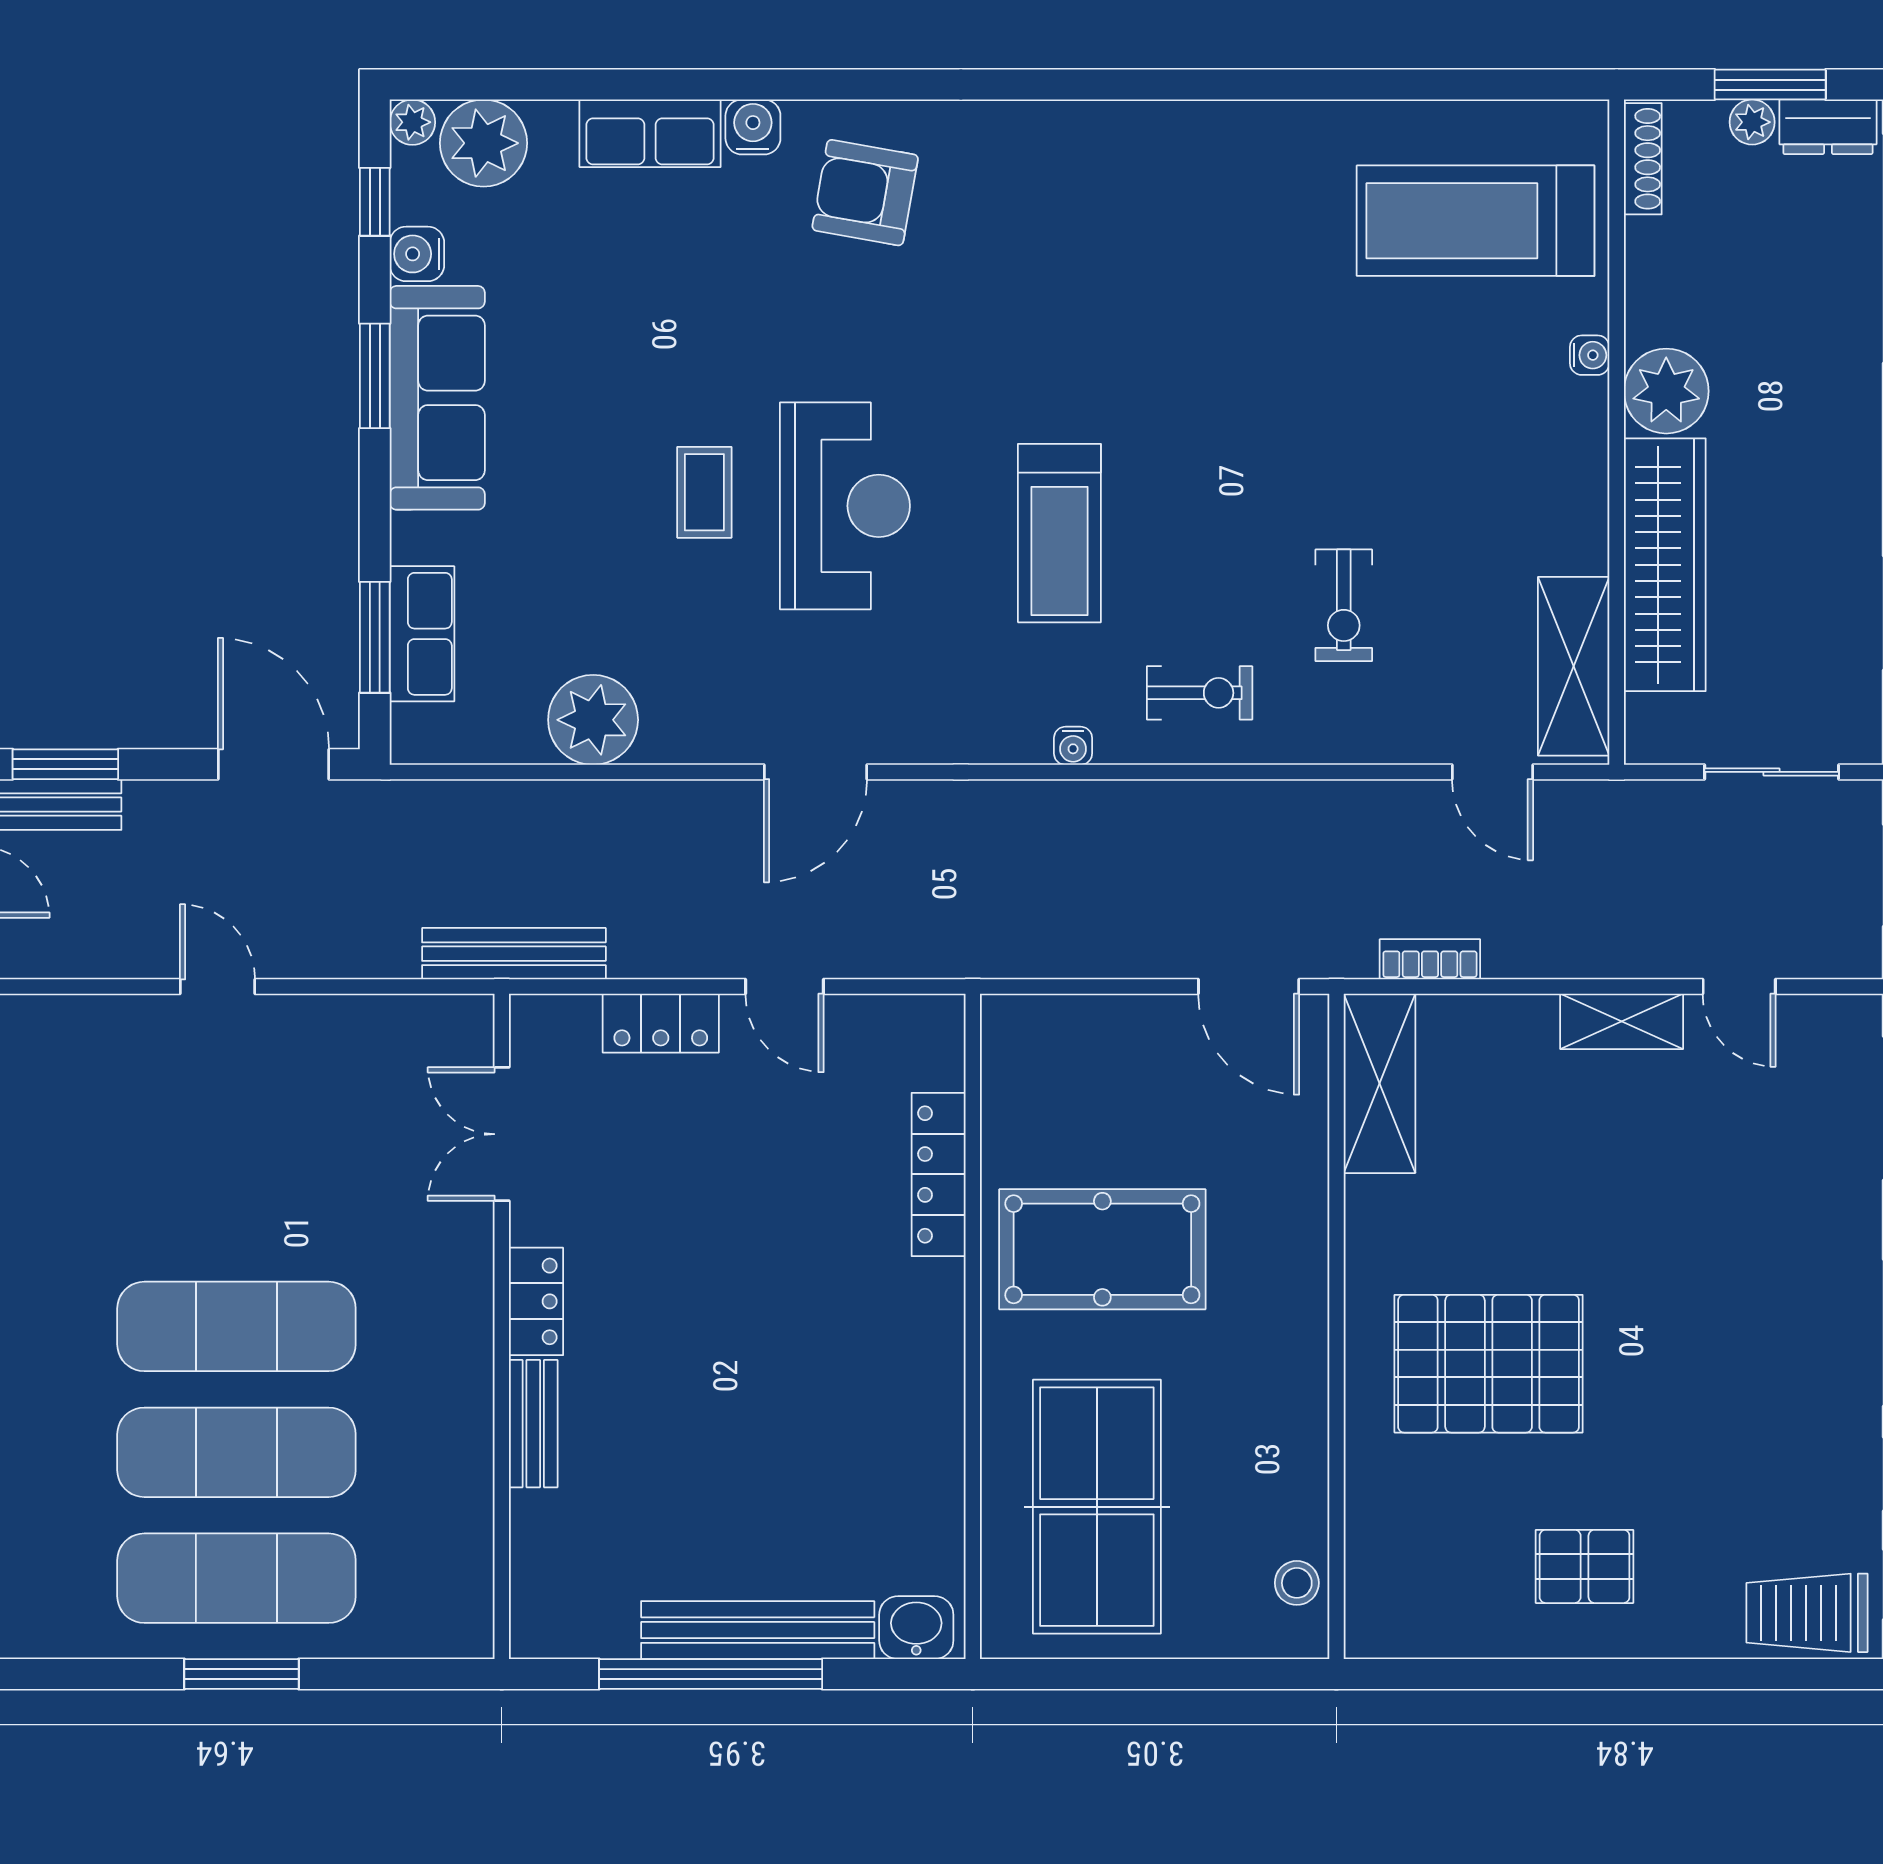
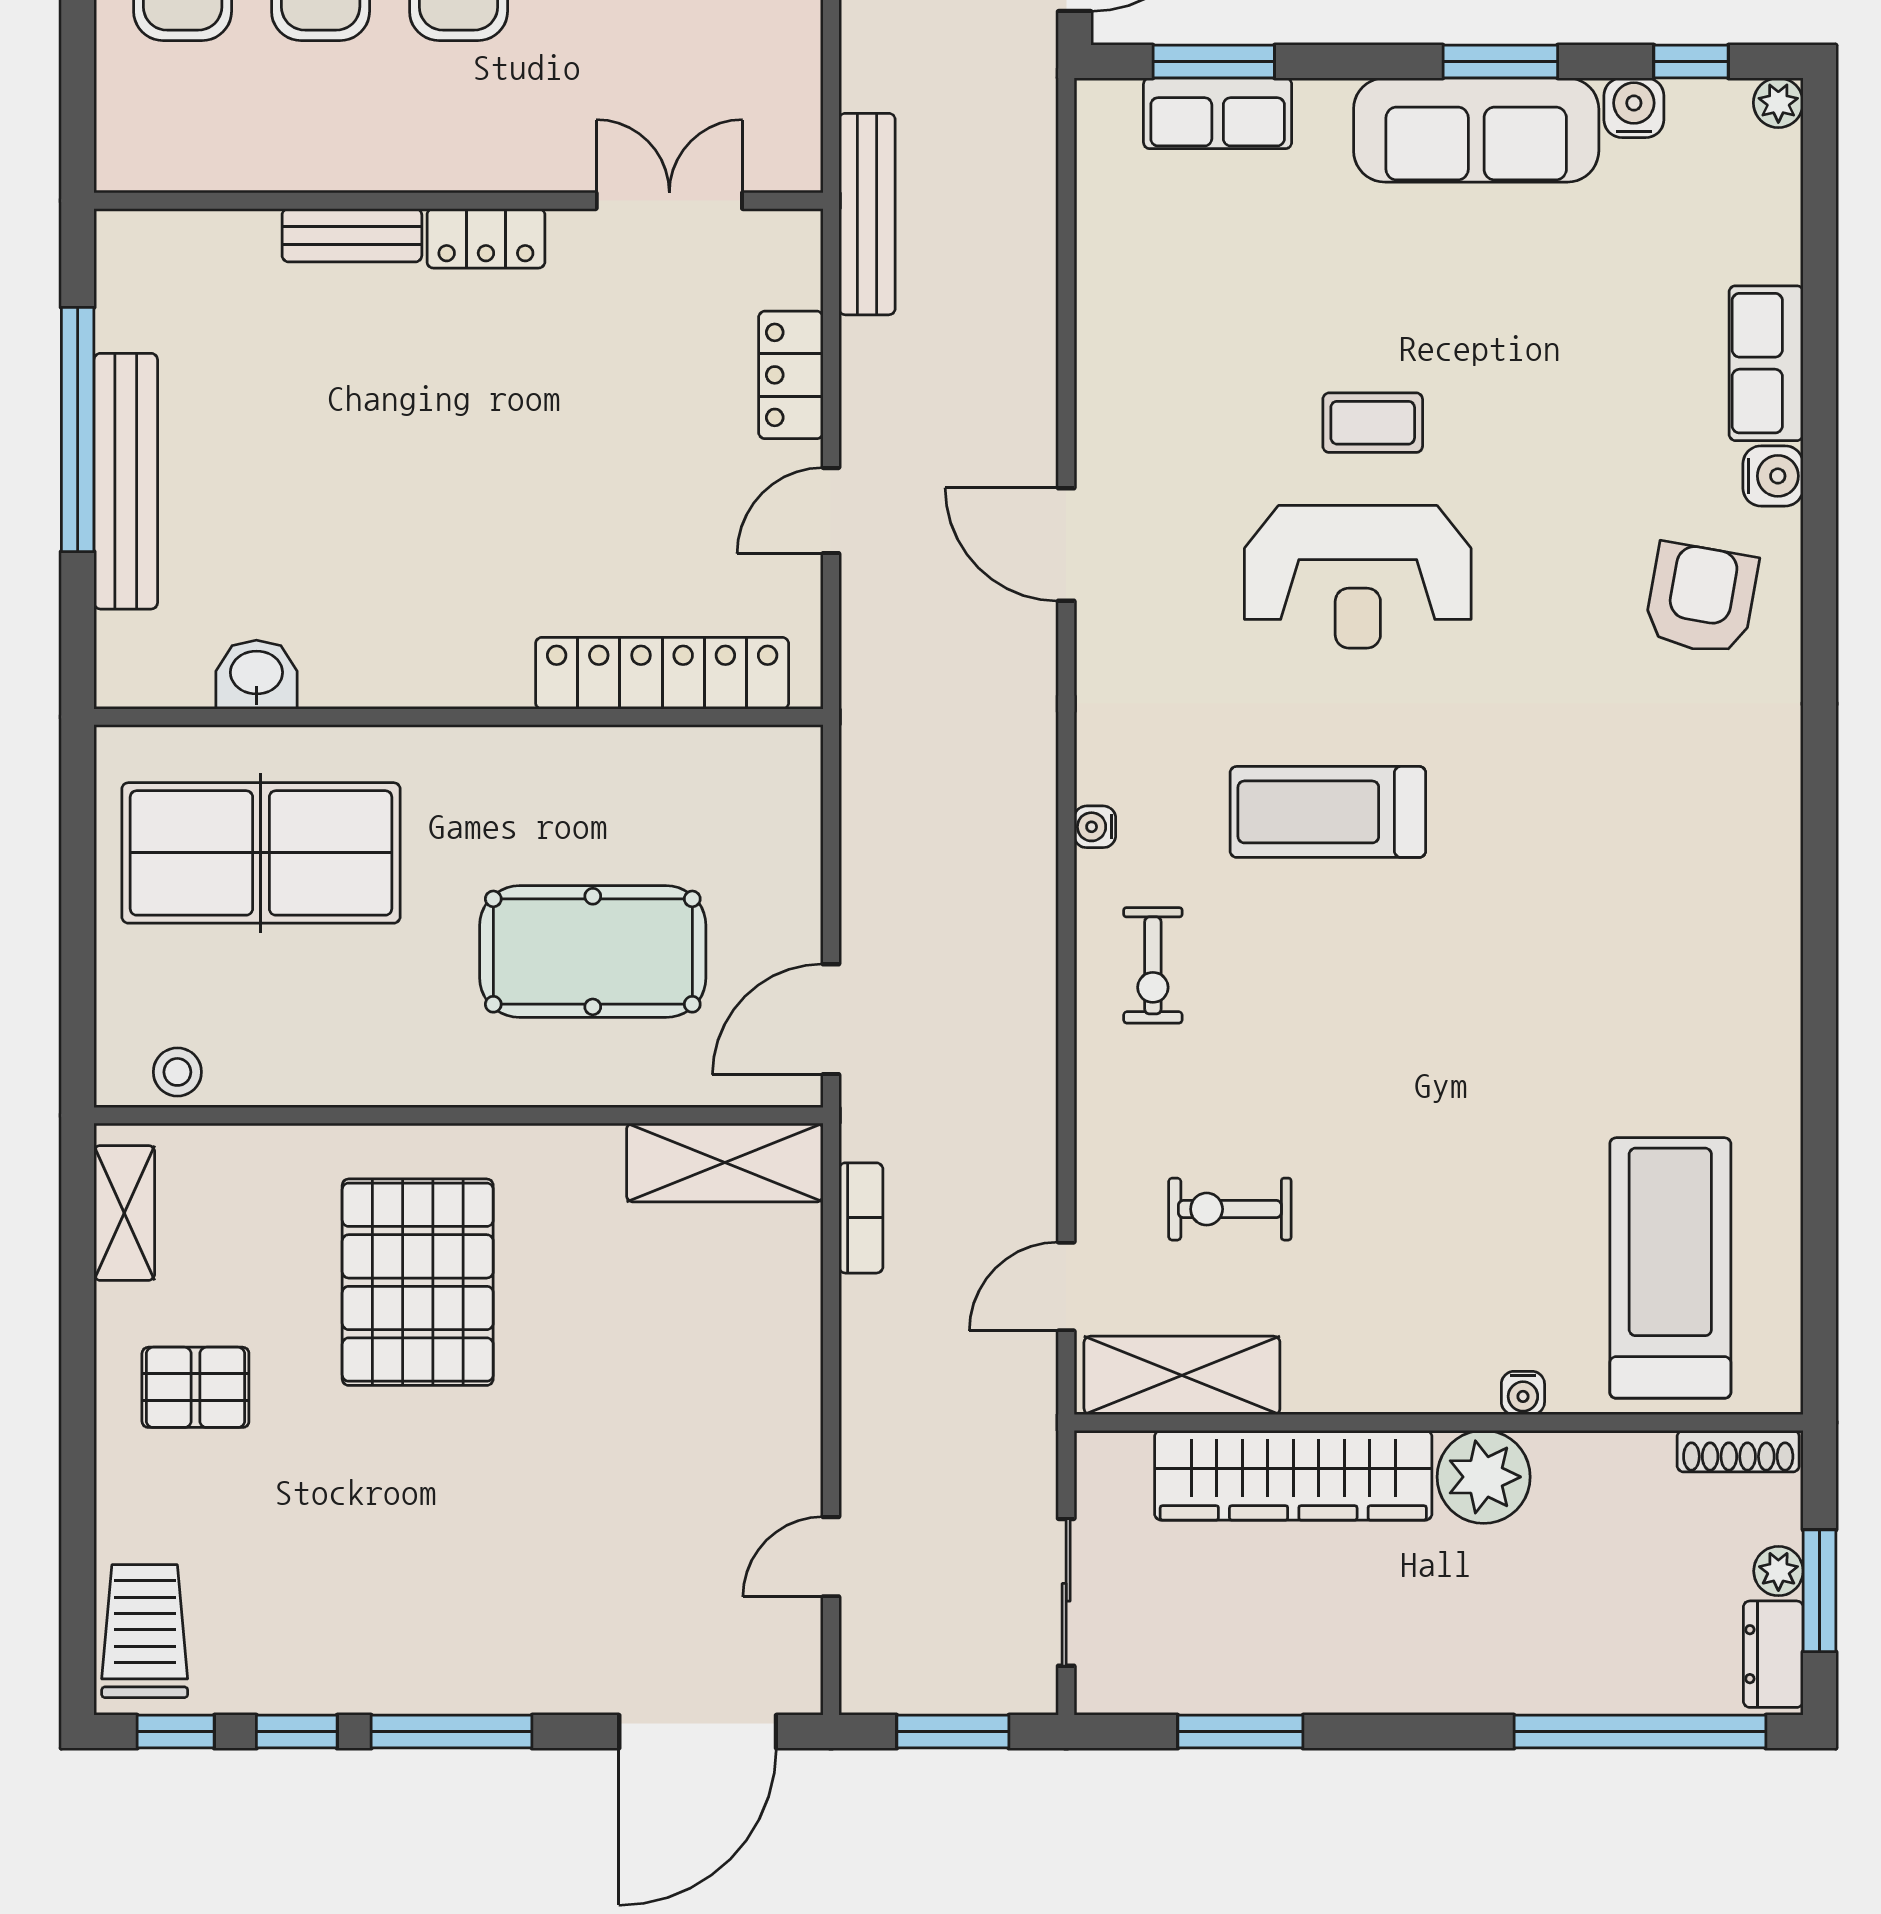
plant: (483, 143) -> (1755, 181), removed
exercise bike: (1344, 605) -> (1230, 1209), moved
plant: (593, 720) -> (1123, 301), removed
shelving: (1622, 1021) -> (124, 1213), moved
locker: (939, 1174) -> (662, 673), width x1.41, depth x1.21
pool table: (1102, 1249) -> (593, 952), moved, turned 90
pallet: (1585, 1566) -> (195, 1387), turned 90
washbasin: (916, 1628) -> (256, 675), moved, turned -90

